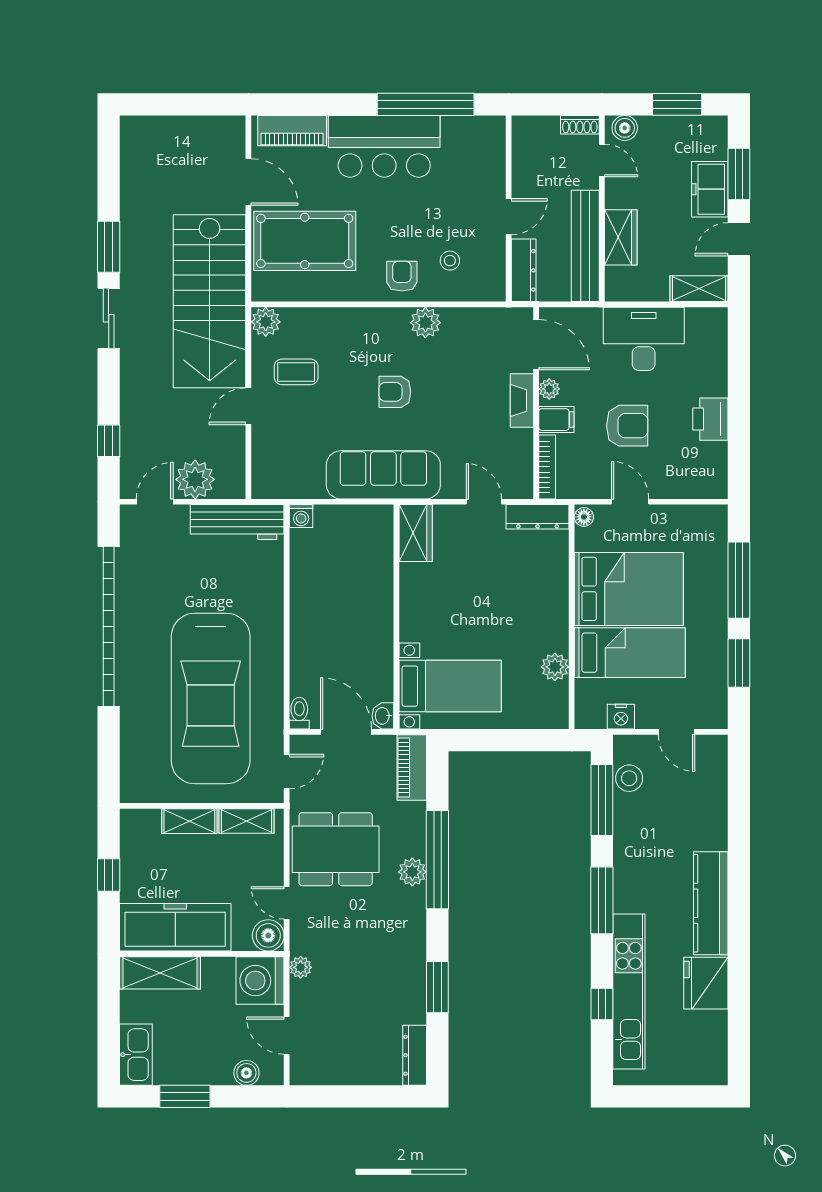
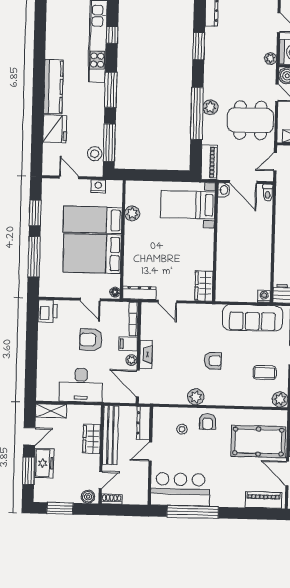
bar counter: (384, 146) -> (180, 489), moved
door: (602, 161) -> (100, 480), swing flipped
printer: (710, 419) -> (48, 311), moved
sofa: (383, 475) -> (252, 318), moved
fridge: (706, 983) -> (55, 129), moved

